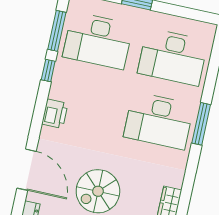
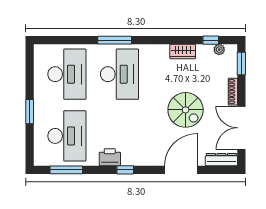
window: (48, 71) -> (125, 170), moved
printer: (55, 114) -> (110, 157), moved

